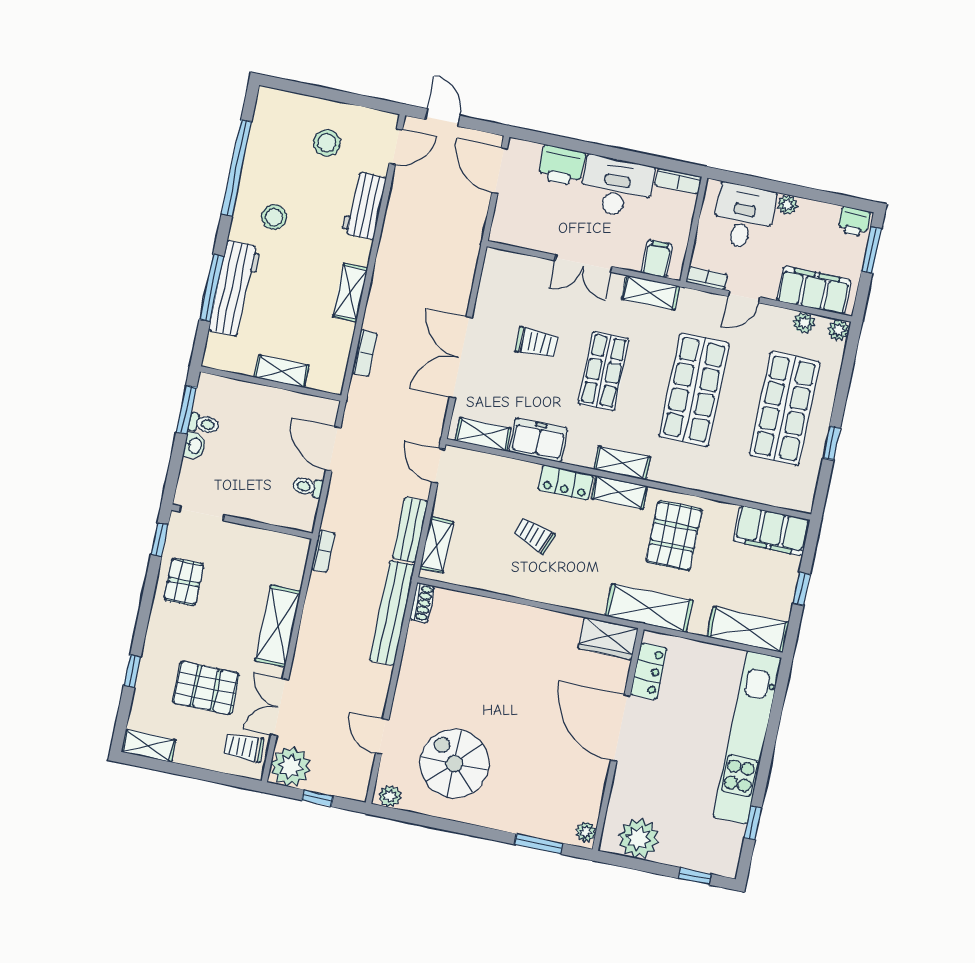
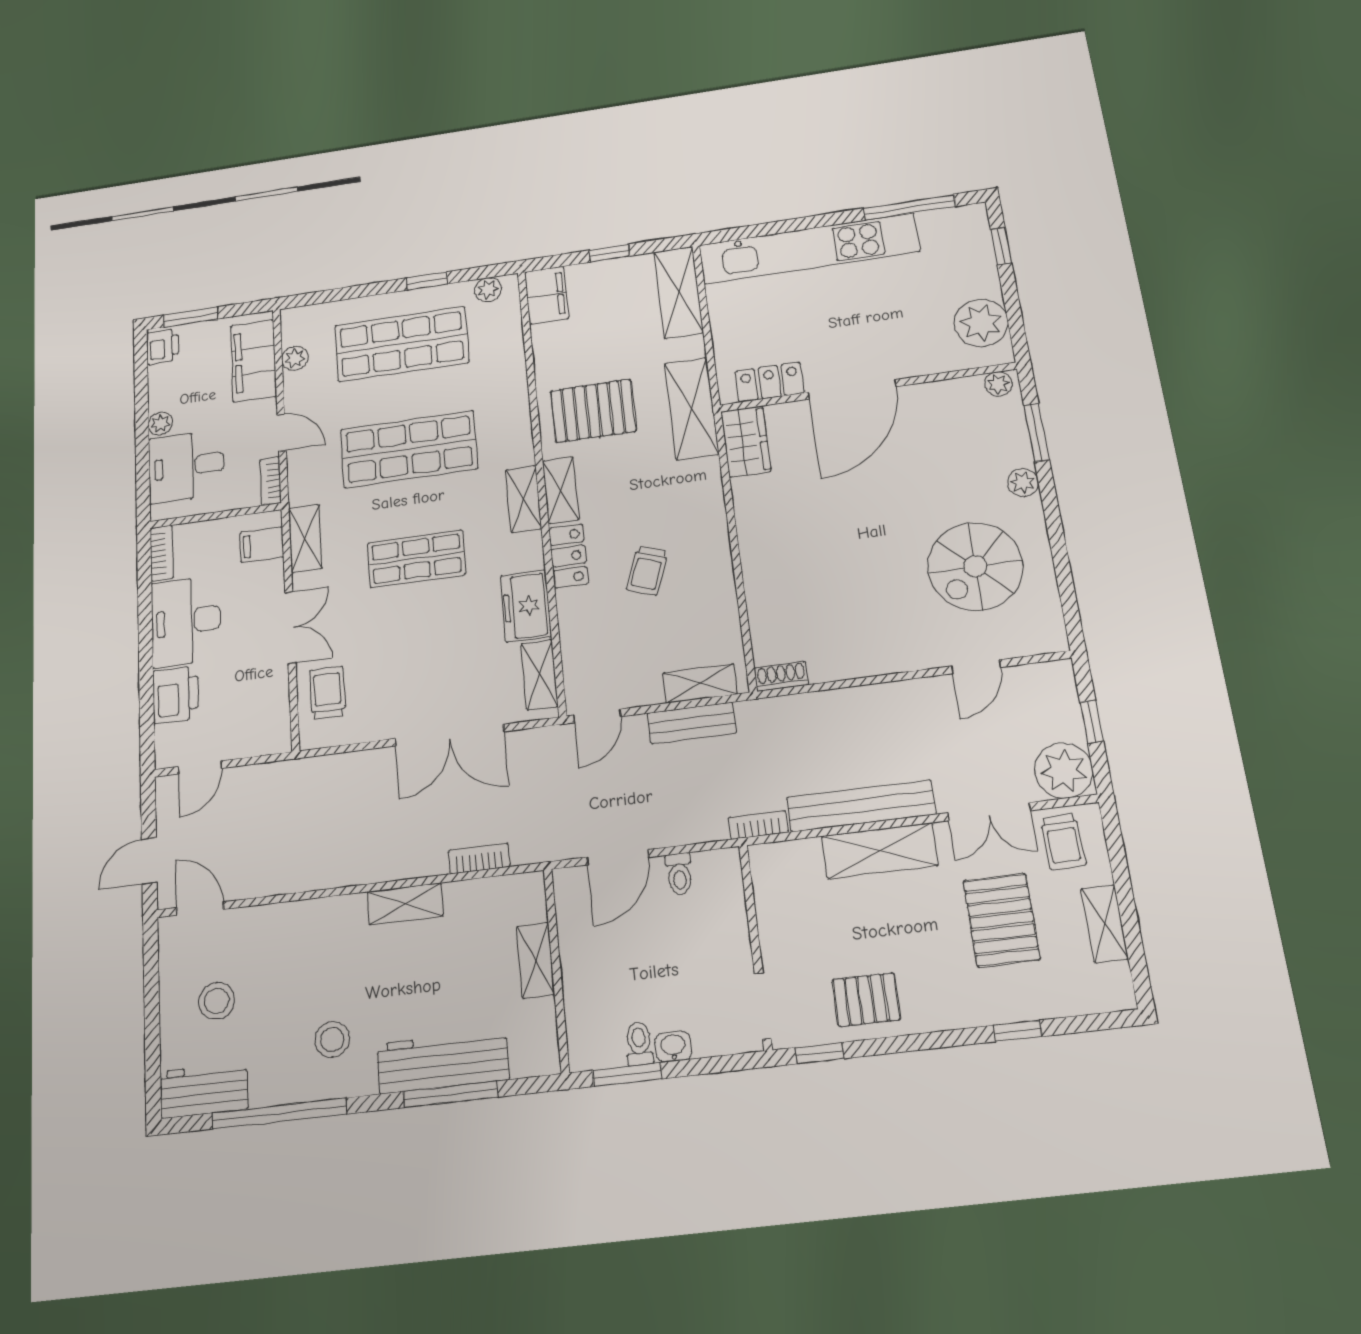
door: (499, 171) -> (200, 767), width x0.73
workbench: (364, 205) -> (204, 1090), moved, turned 180
plant: (838, 330) -> (488, 290), moved
trolley: (537, 343) -> (327, 693), moved
filing cabinet: (772, 531) -> (547, 295), width x0.67, depth x0.86
bench: (392, 613) -> (861, 806), moved
shelving: (148, 746) -> (1105, 924), moved
plant: (390, 796) -> (1023, 482), moved
window: (753, 823) -> (909, 207), width x2.17

